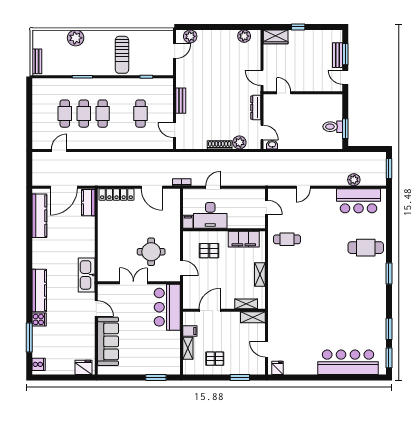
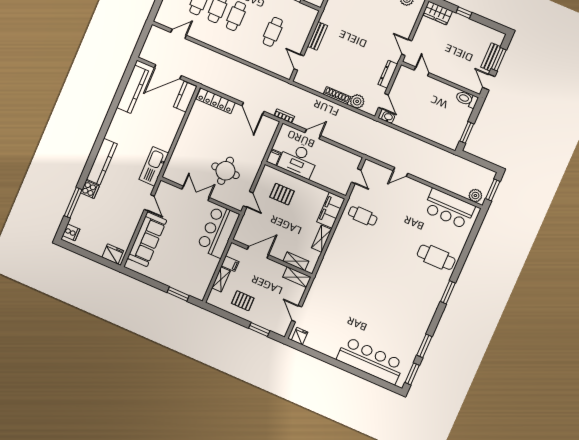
toilet: (333, 127) -> (467, 99), moved
plant: (354, 180) -> (475, 196), moved
filing cabinet: (244, 239) -> (331, 210), moved, turned 90

